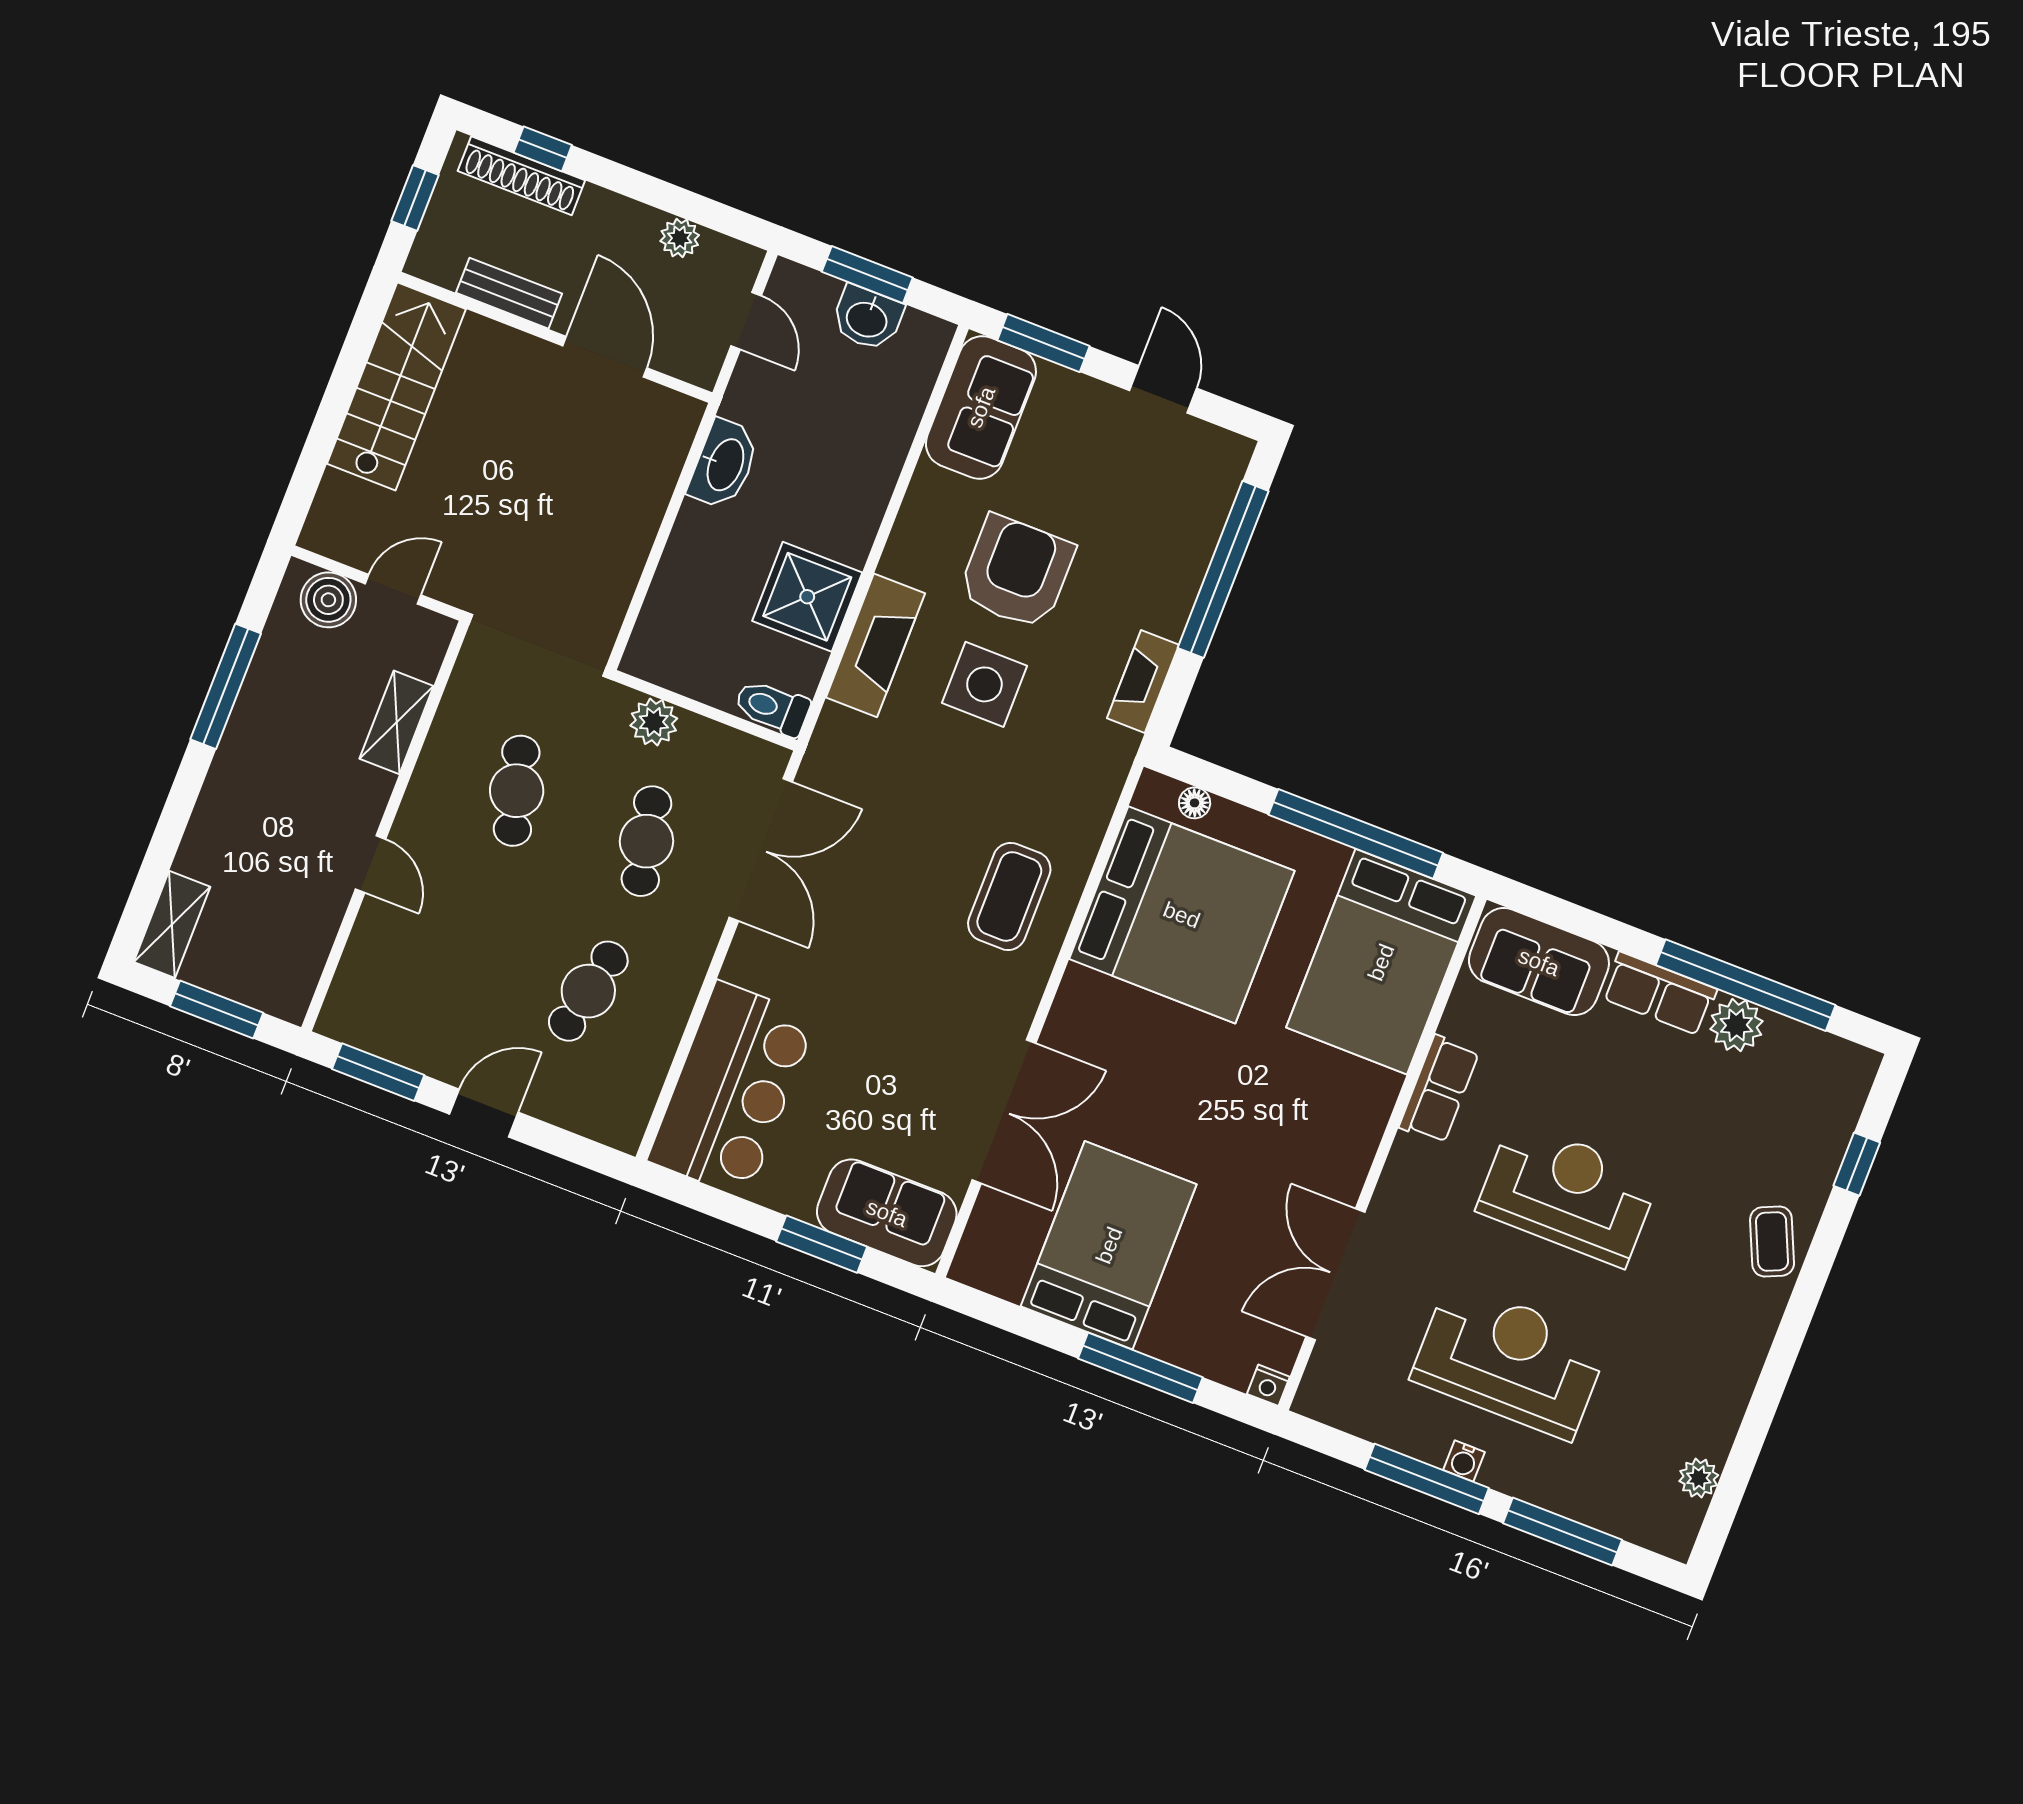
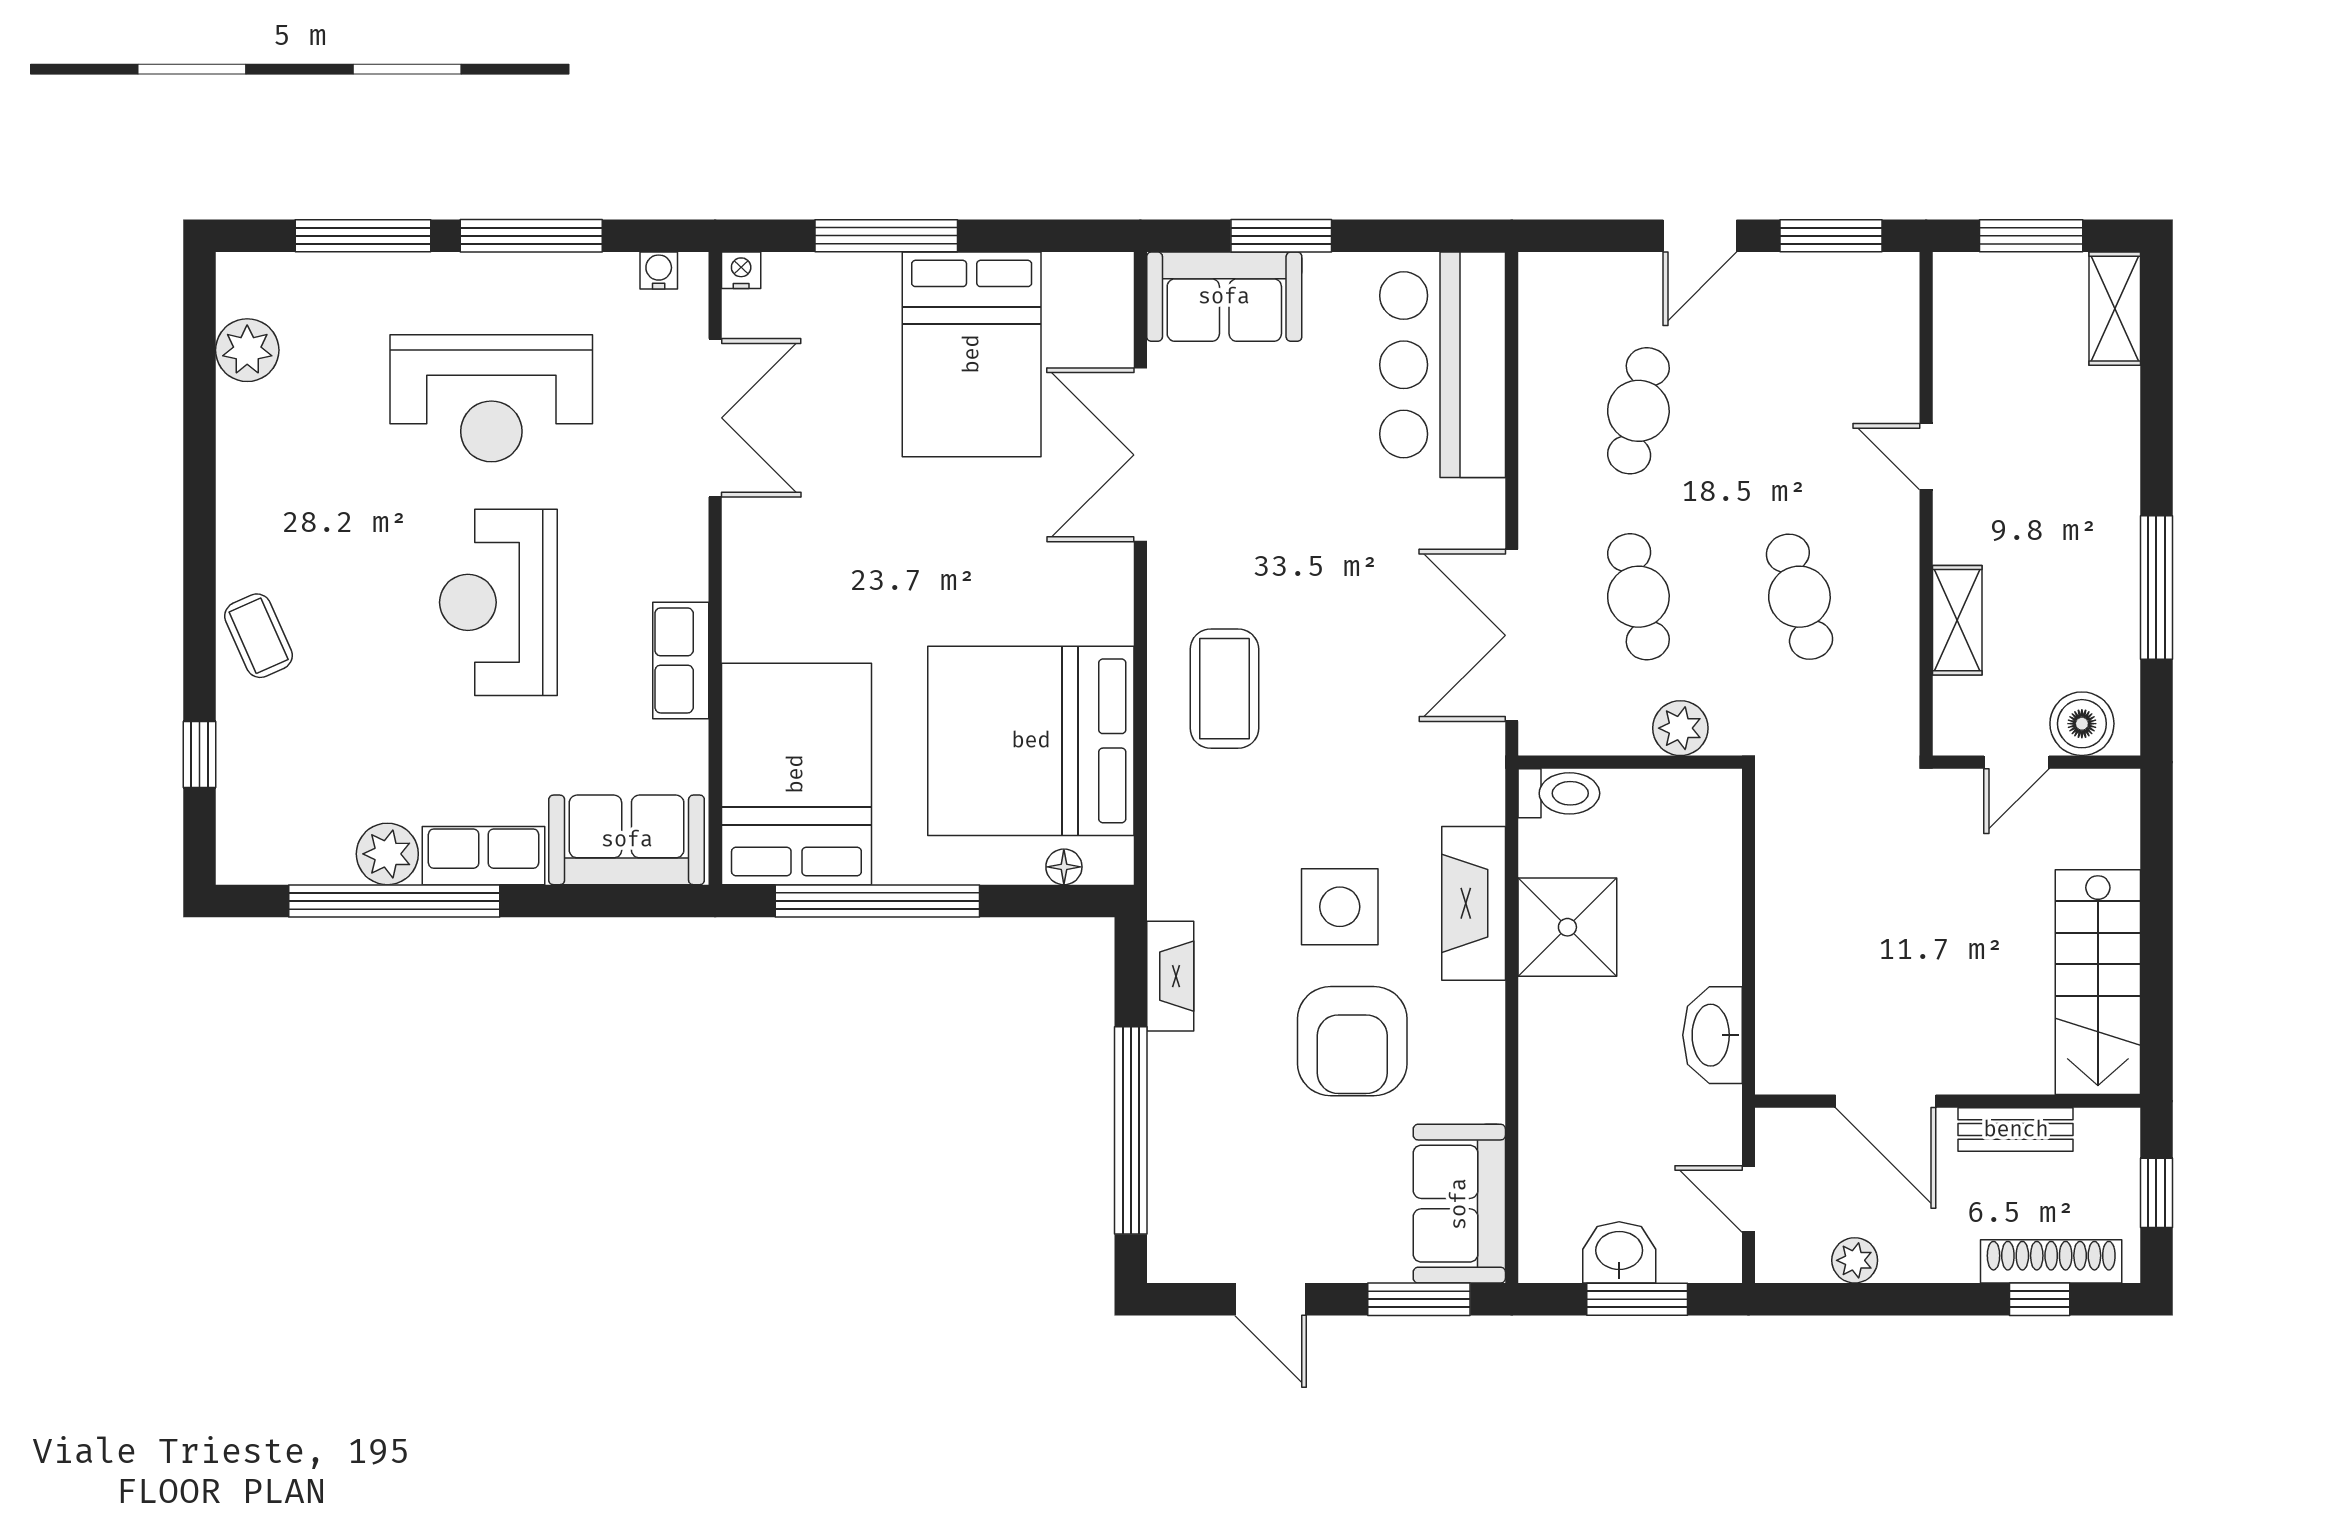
reception desk: (1568, 1193) -> (498, 602), turned 90
water cooler: (1464, 1461) -> (659, 271), moved
plant: (1699, 1478) -> (247, 350), width x1.38, depth x1.38

